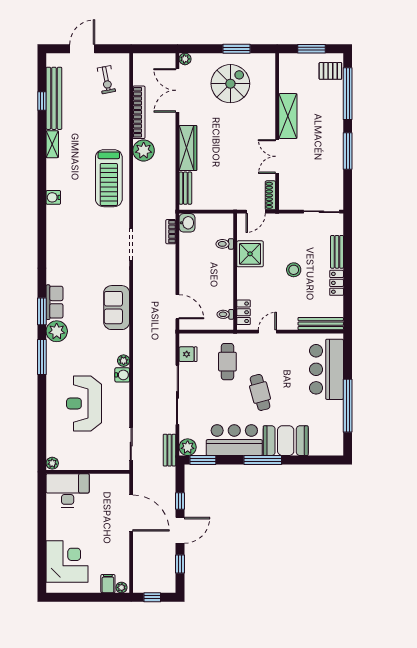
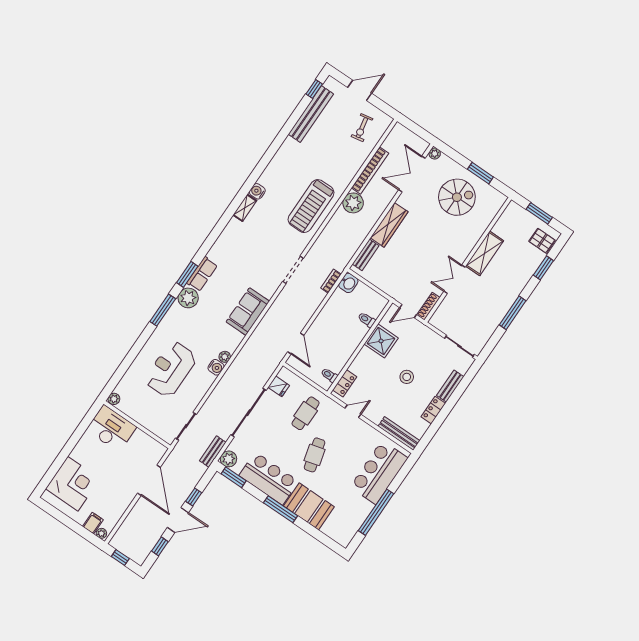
window: (348, 94) -> (543, 268), width x0.47
window: (42, 101) -> (314, 89), moved
shelving: (52, 144) -> (245, 208), moved

